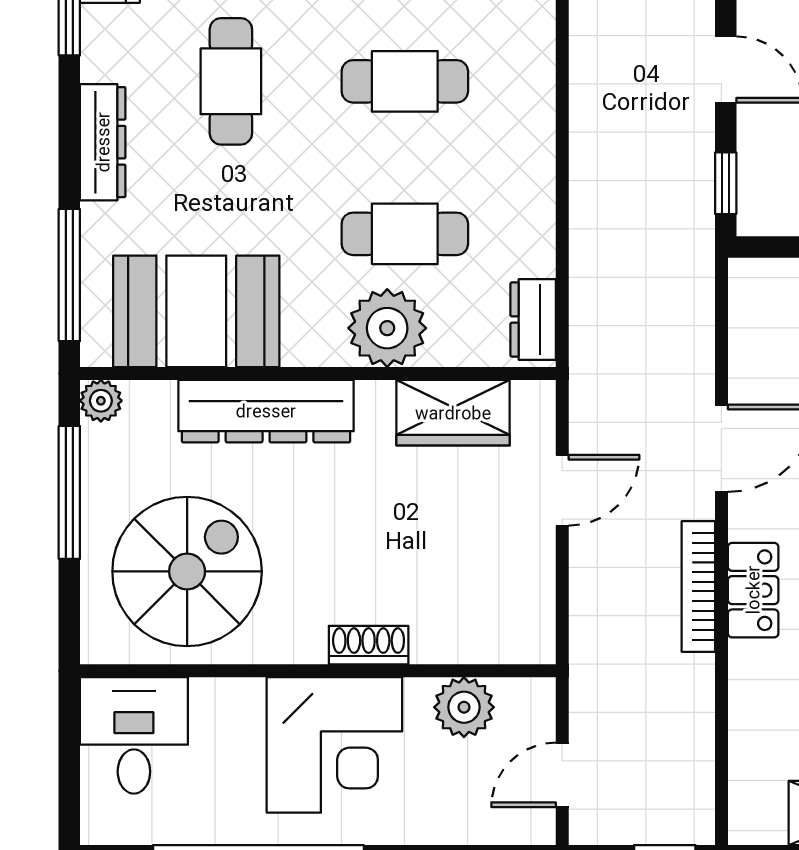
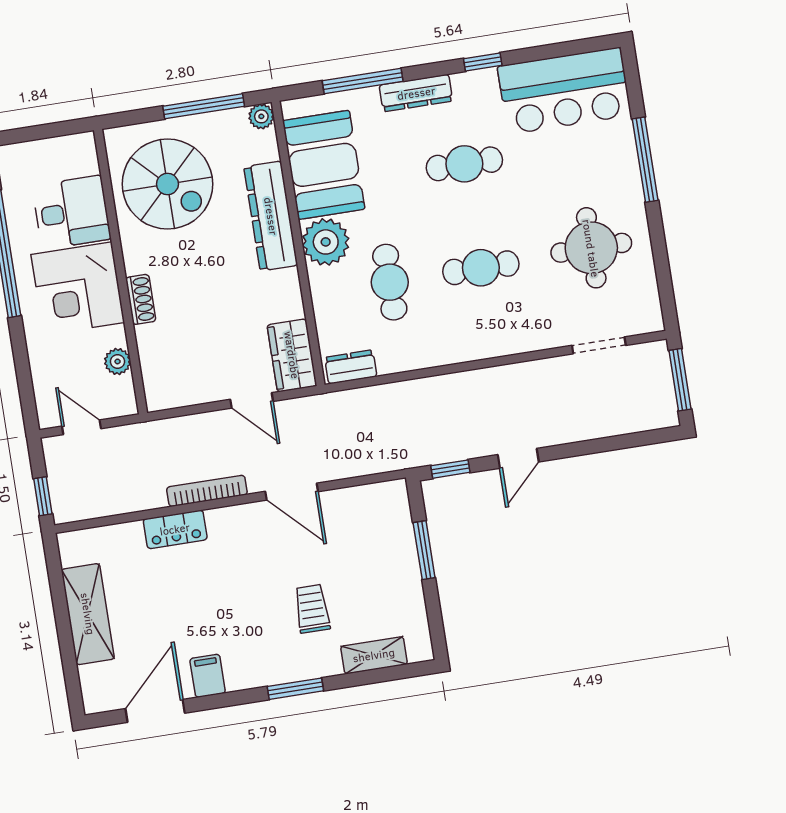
cafe table: (405, 81) -> (481, 268), turned 90
window: (69, 275) -> (363, 81), moved
plant: (387, 328) -> (326, 242), moved
wardrobe: (453, 413) -> (292, 355), moved
locker: (753, 590) -> (175, 529), moved
plant: (464, 707) -> (118, 361), width x0.73, depth x0.73
desk: (134, 735) -> (72, 212), moved

